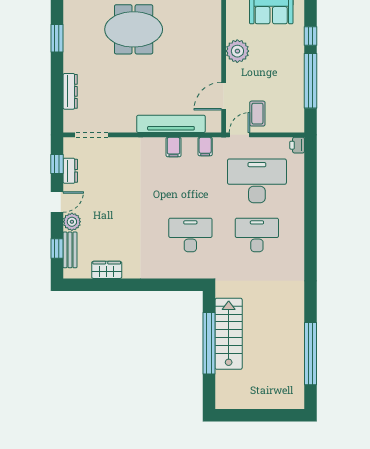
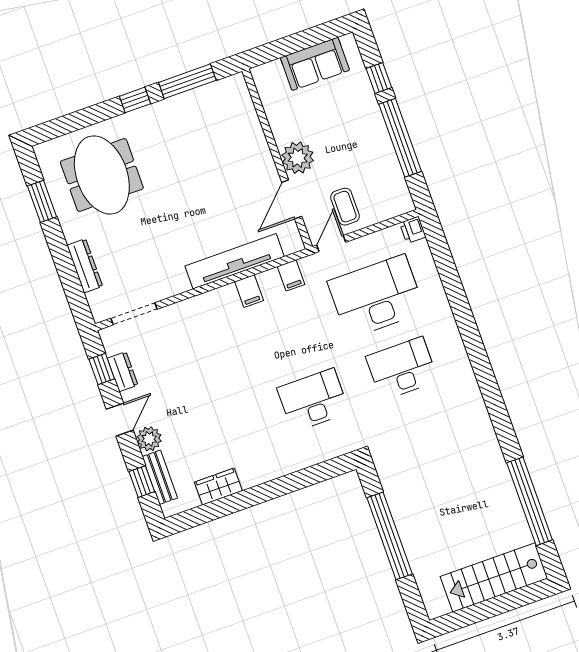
meeting table: (134, 29) -> (102, 175), moved, turned 90
plant: (237, 51) -> (298, 158), moved
stairs: (229, 334) -> (494, 577), moved, turned -90

